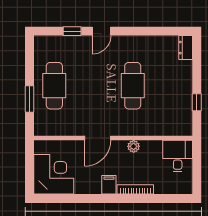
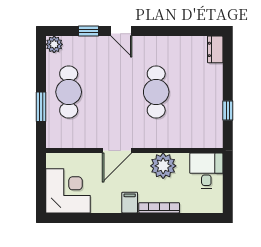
door: (102, 31) -> (121, 31), hinge flipped
plant: (41, 43) -> (54, 44), added
plant: (134, 146) -> (163, 166), width x1.87, depth x1.87

